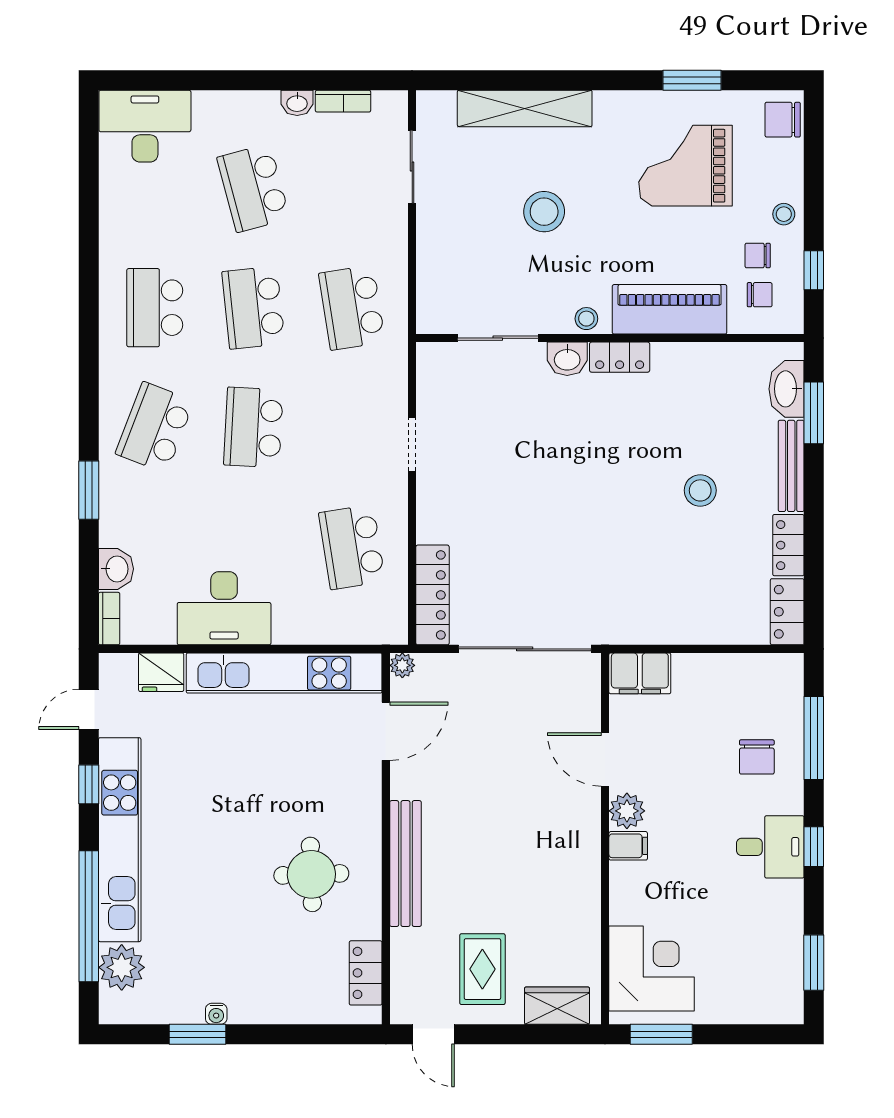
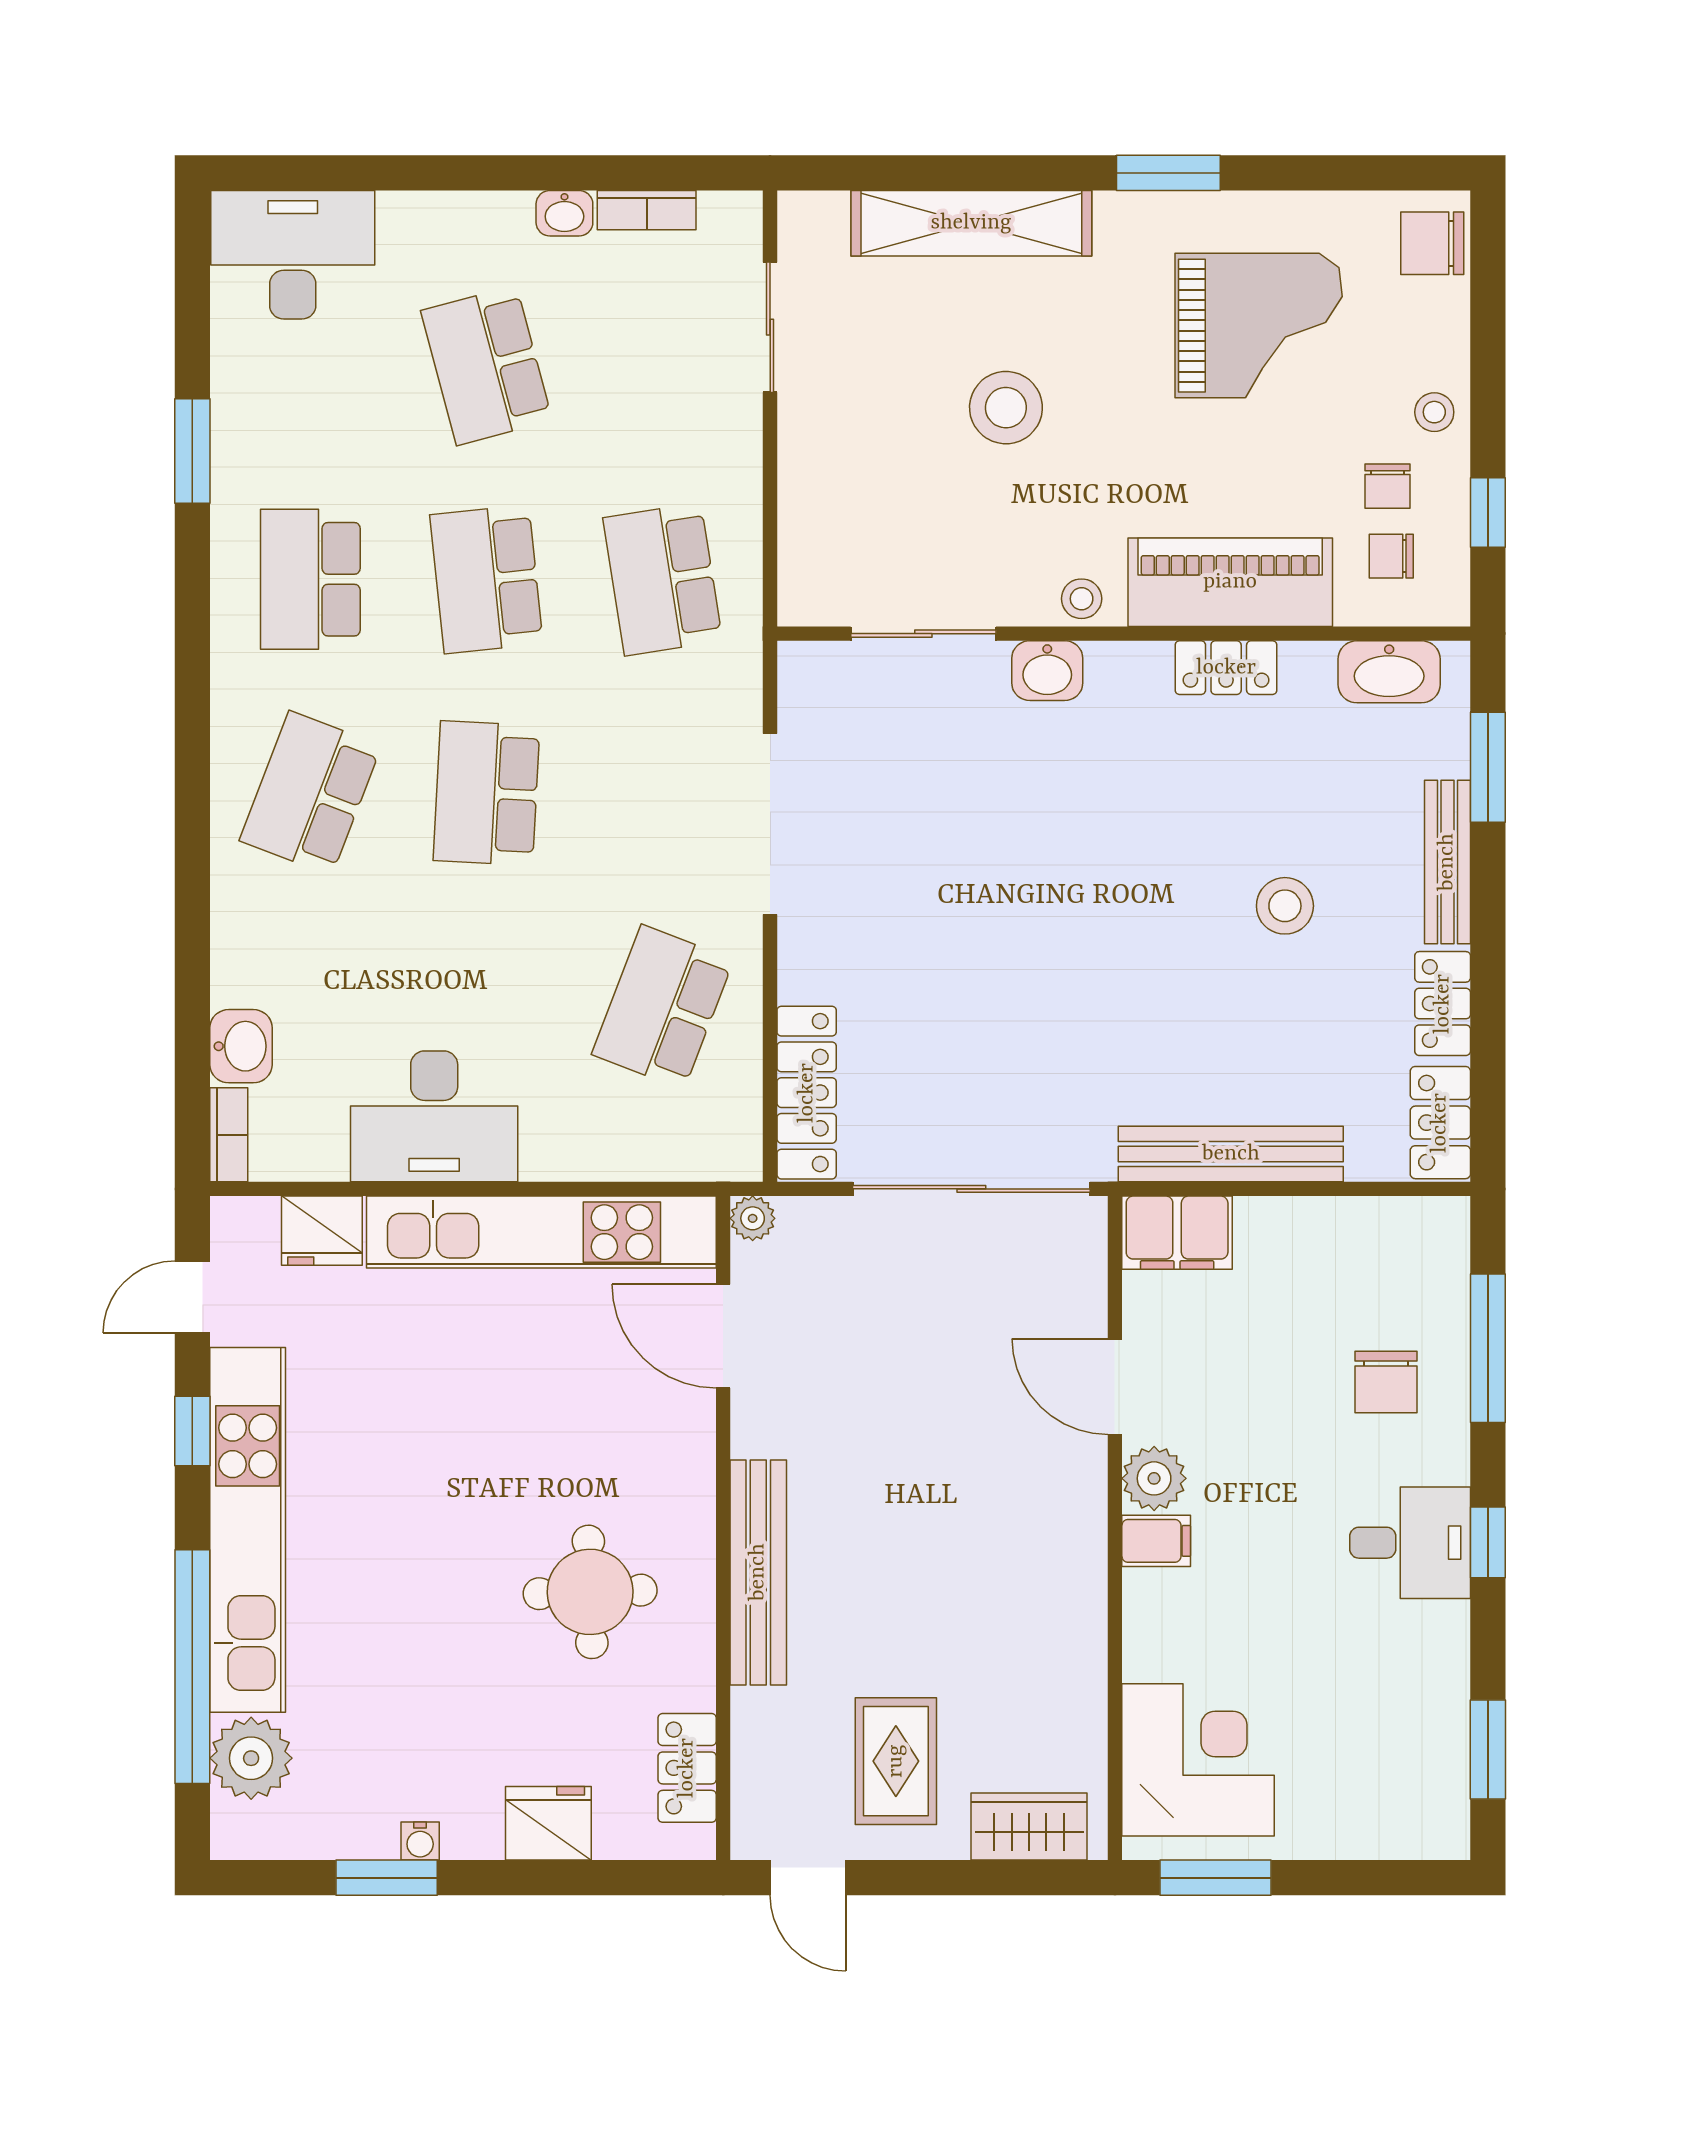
window: (692, 80) -> (1168, 173), moved
grand piano: (686, 166) -> (1259, 326), turned 180
chair: (758, 255) -> (1387, 486), turned -90
chair: (760, 295) -> (1391, 556), turned 180
locker: (620, 357) -> (1226, 668), moved
washbasin: (787, 389) -> (1389, 672), moved, turned -90
doorway: (412, 445) -> (770, 824), width x1.88
window: (89, 490) -> (192, 451), moved
school desk: (352, 547) -> (663, 1007), turned 30
bench: (670, 629) -> (1231, 1154), added
door: (386, 731) -> (723, 1336), swing flipped
fridge: (288, 1004) -> (548, 1823), added

